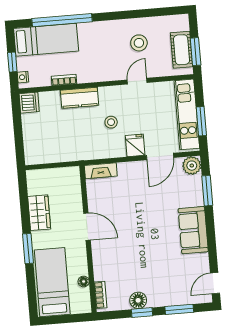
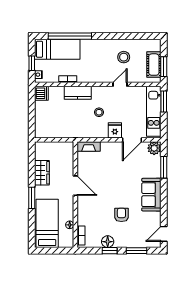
window: (201, 121) -> (164, 101), moved
armchair: (154, 262) -> (121, 215), added

